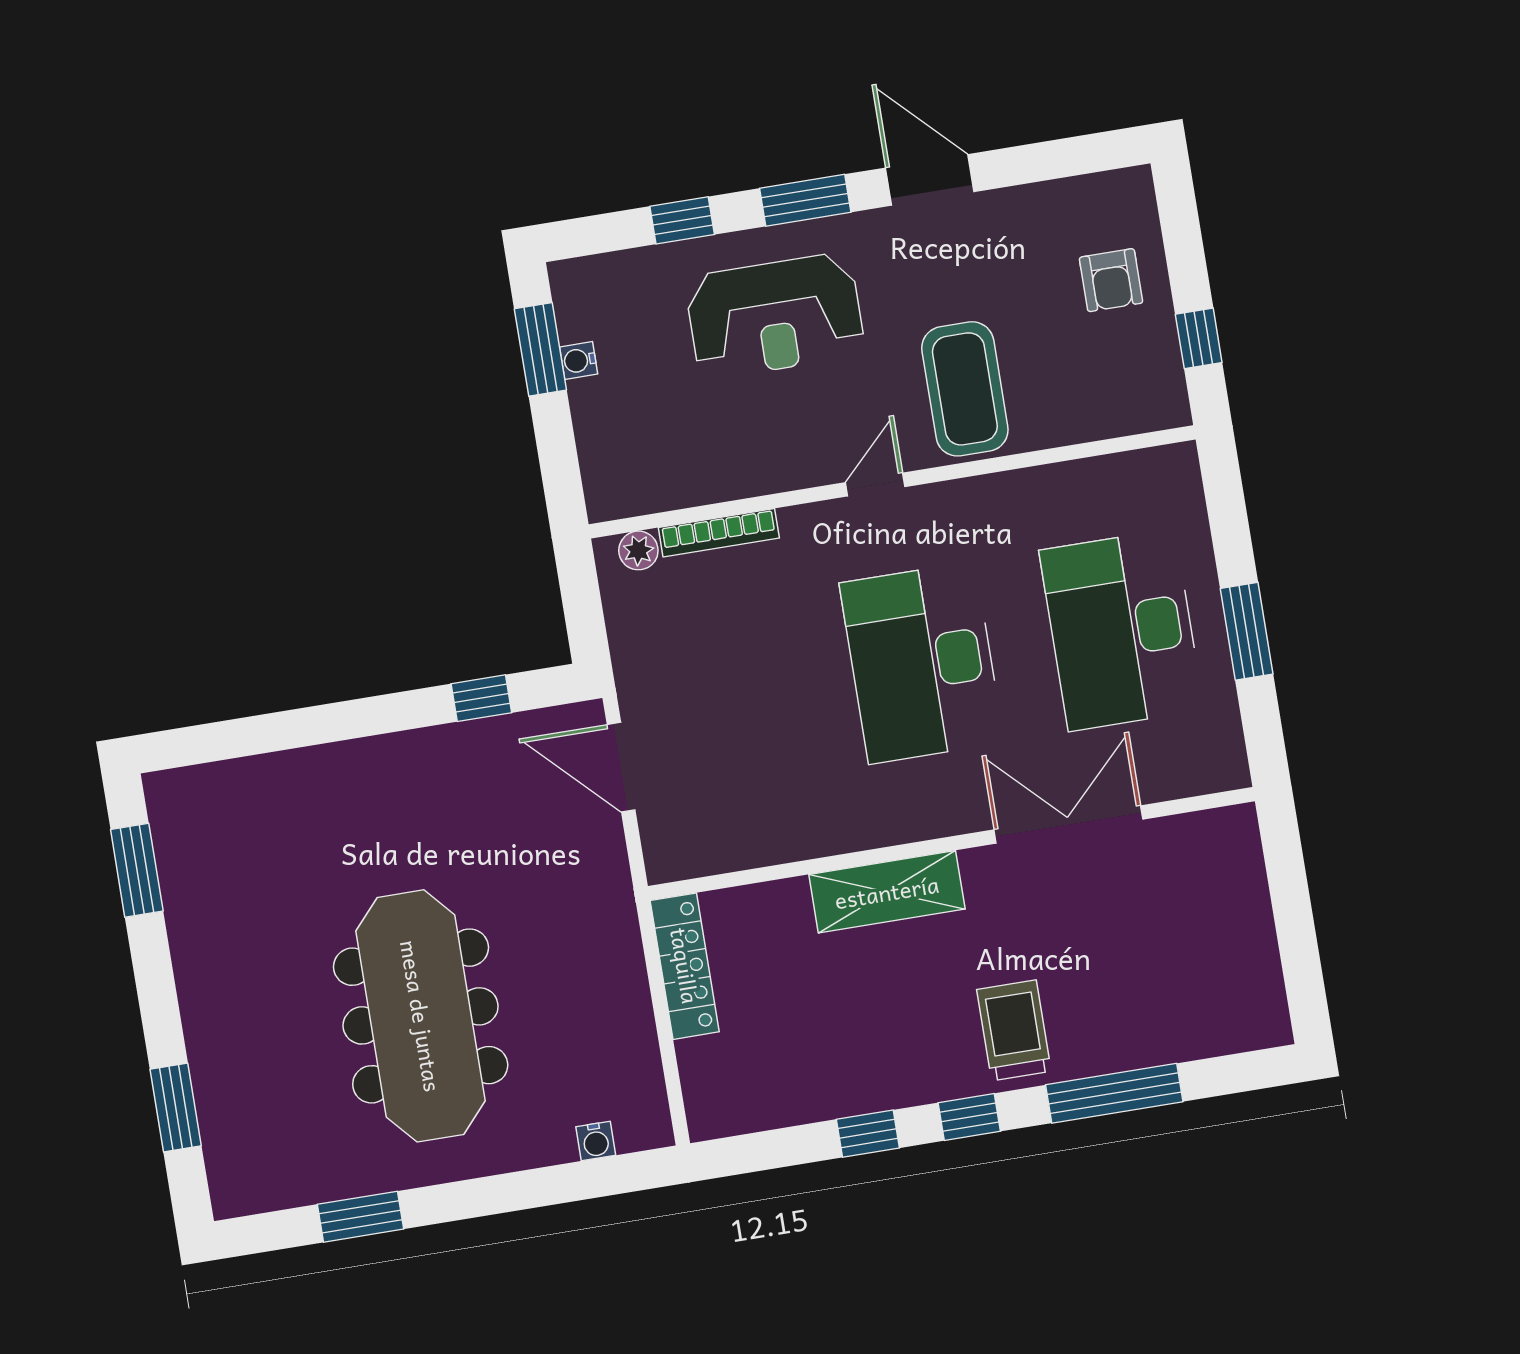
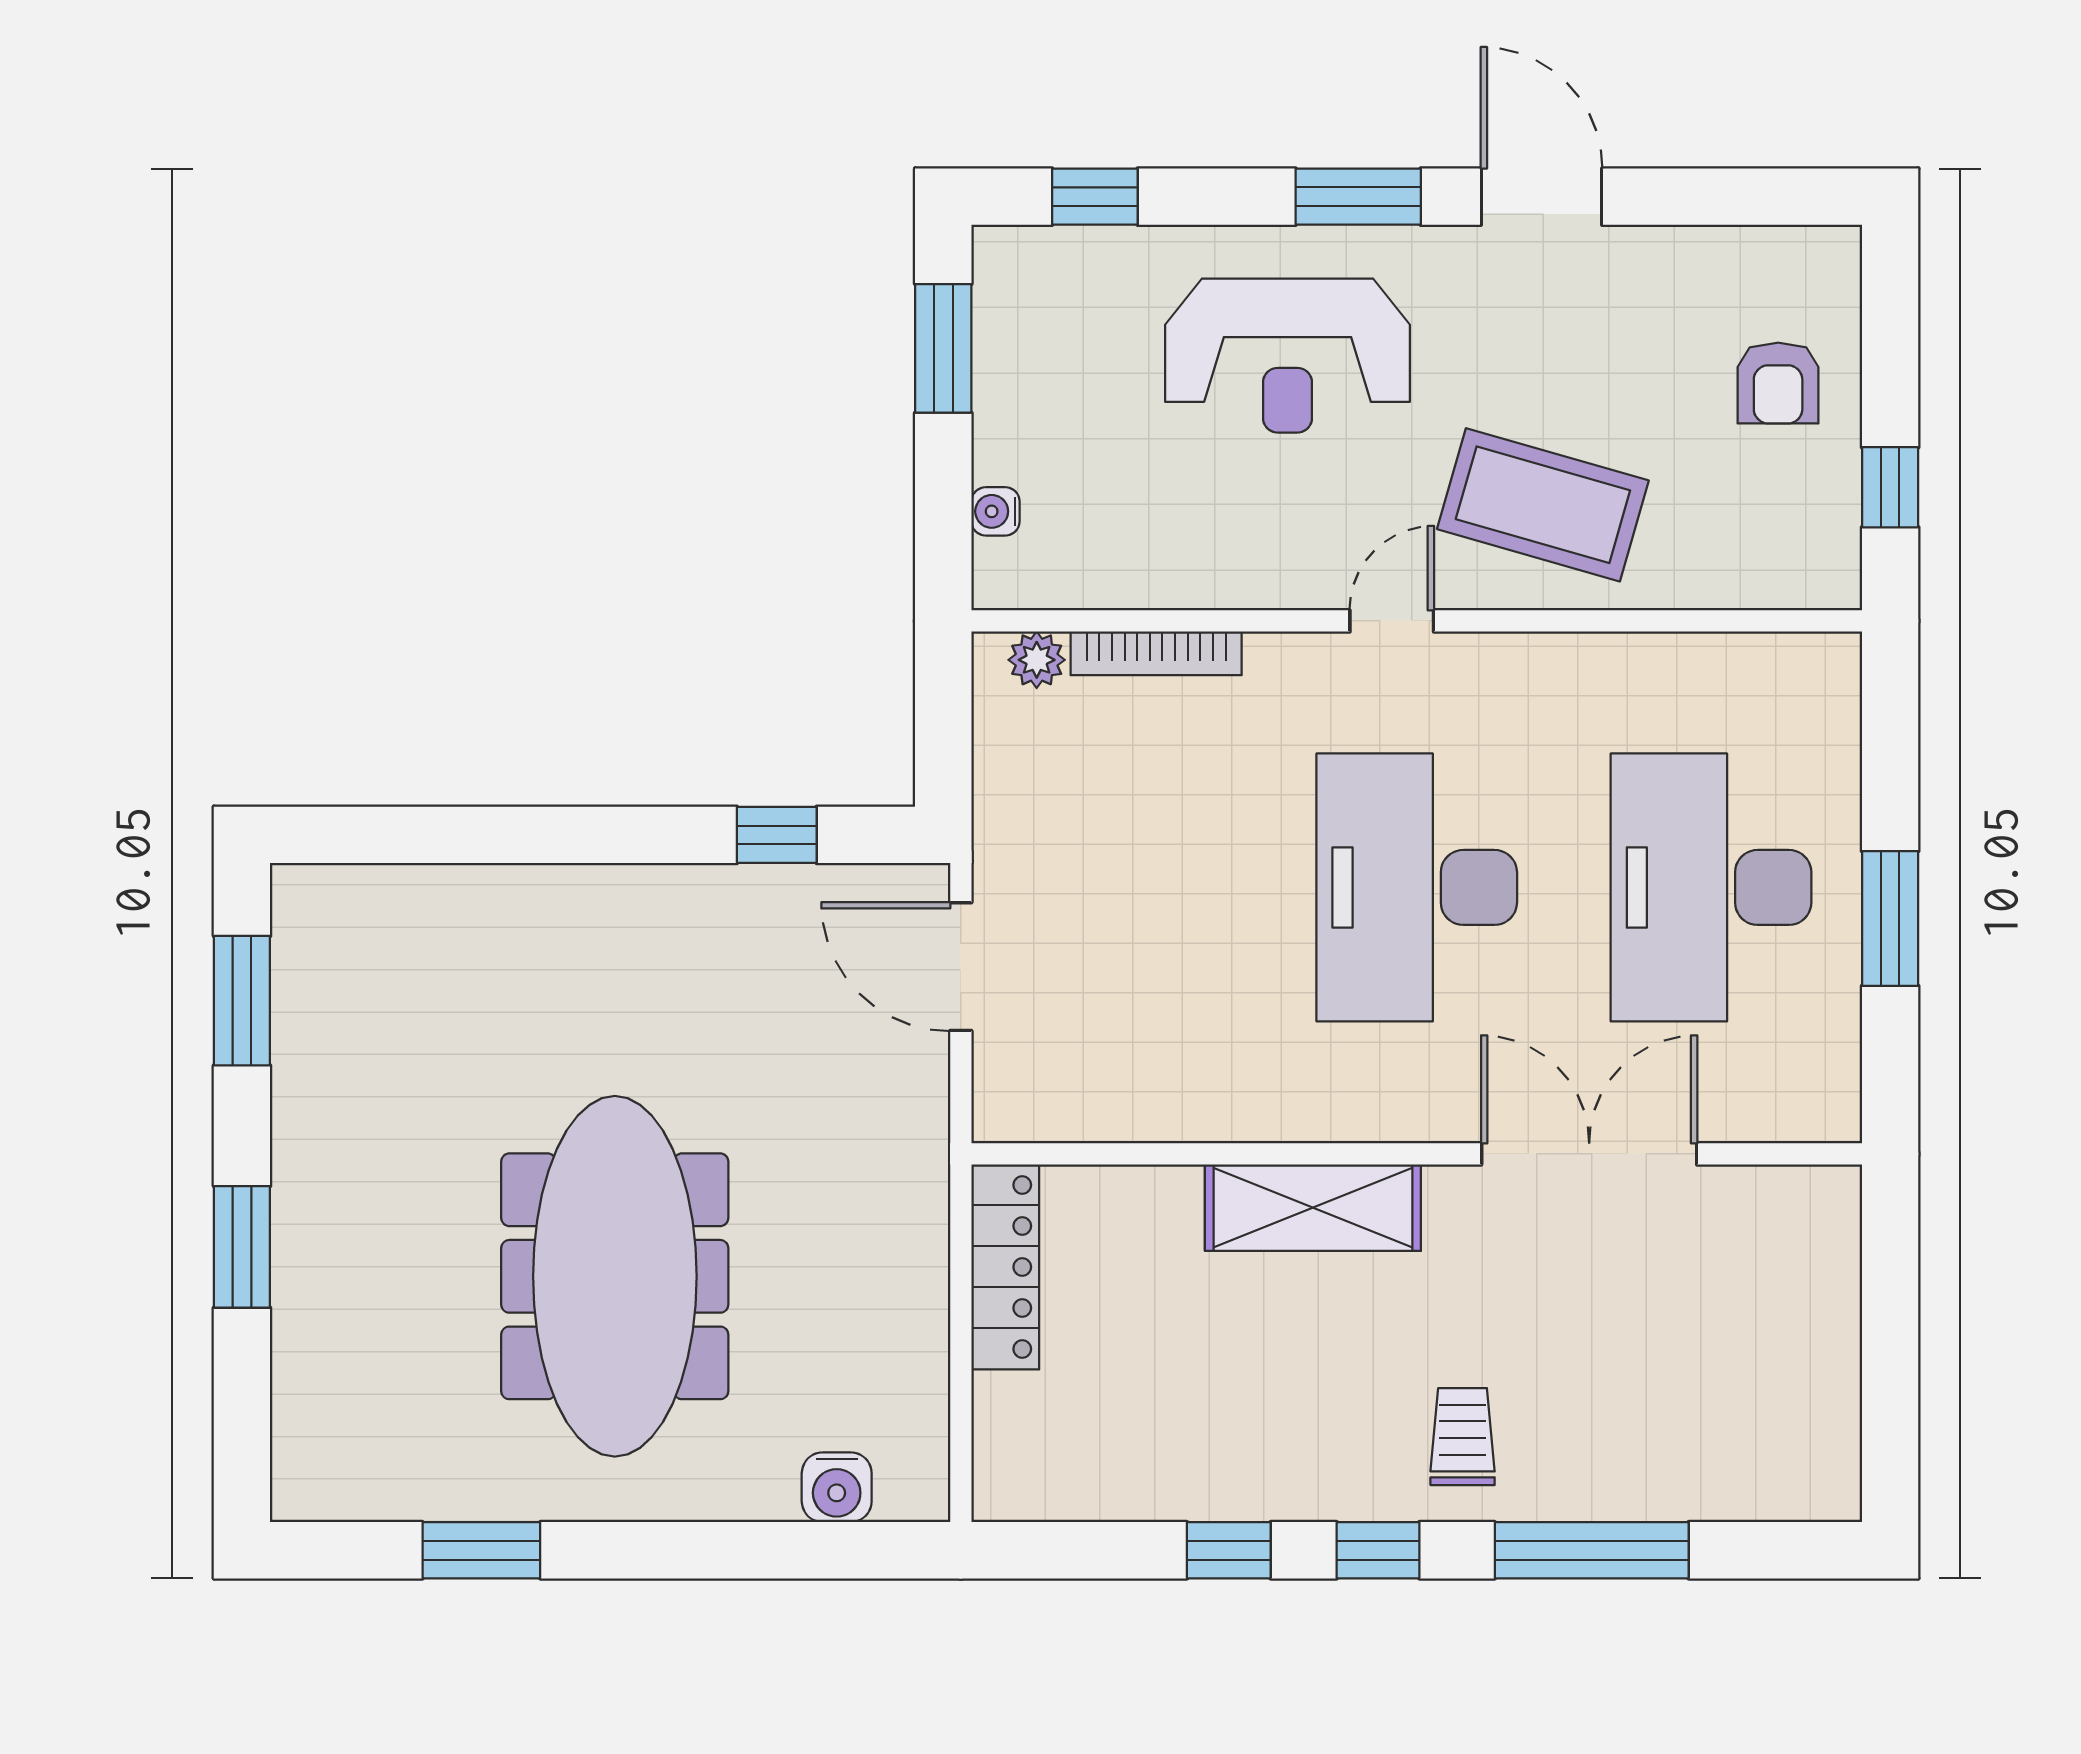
window: (682, 220) -> (1095, 197), moved
water cooler: (579, 360) -> (996, 511), moved
coffee table: (965, 389) -> (1543, 505), turned -74
trolley: (1014, 1030) -> (1463, 1437), width x0.73, depth x0.72
window: (176, 1108) -> (242, 1247), moved
water cooler: (596, 1141) -> (837, 1487), width x1.38, depth x1.38

